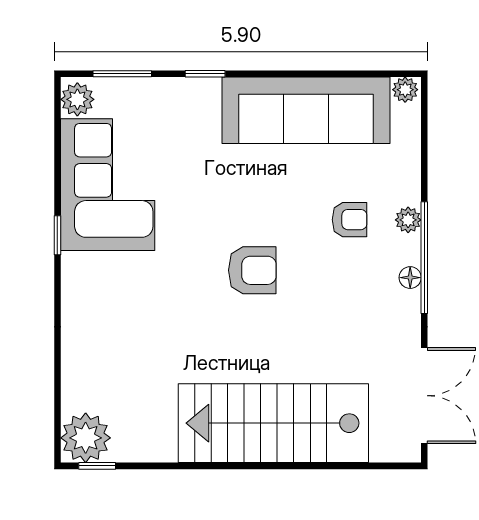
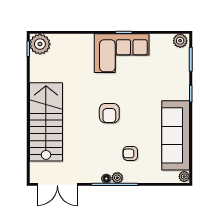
corner sofa: (108, 185) -> (122, 53), moved
armchair: (349, 220) -> (130, 153), turned 90
plant: (408, 220) -> (117, 178), moved

